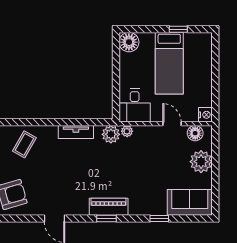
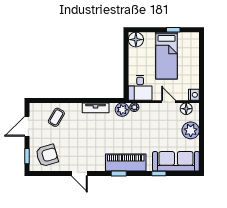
sofa: (190, 202) -> (176, 161), width x1.36
piano: (109, 207) -> (126, 163), width x1.37, depth x1.33

